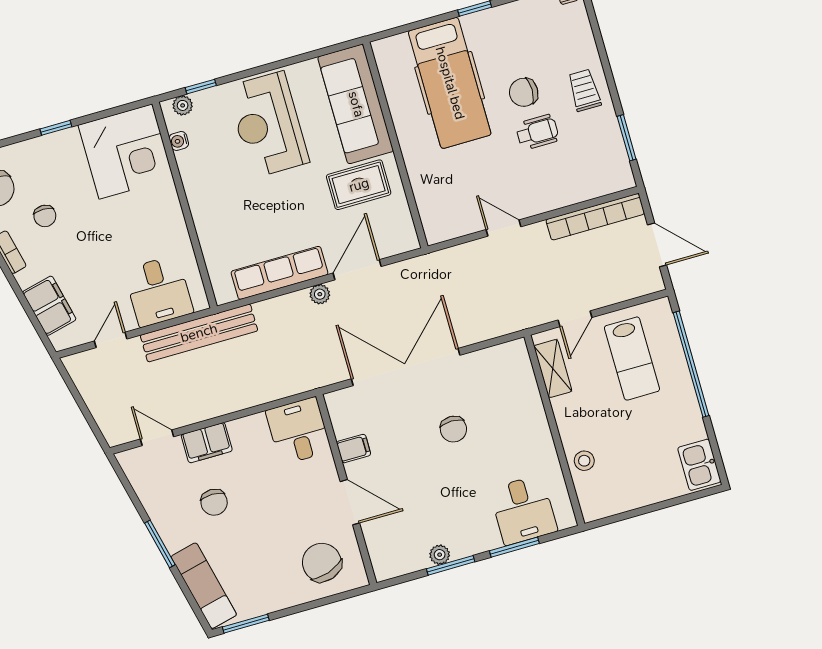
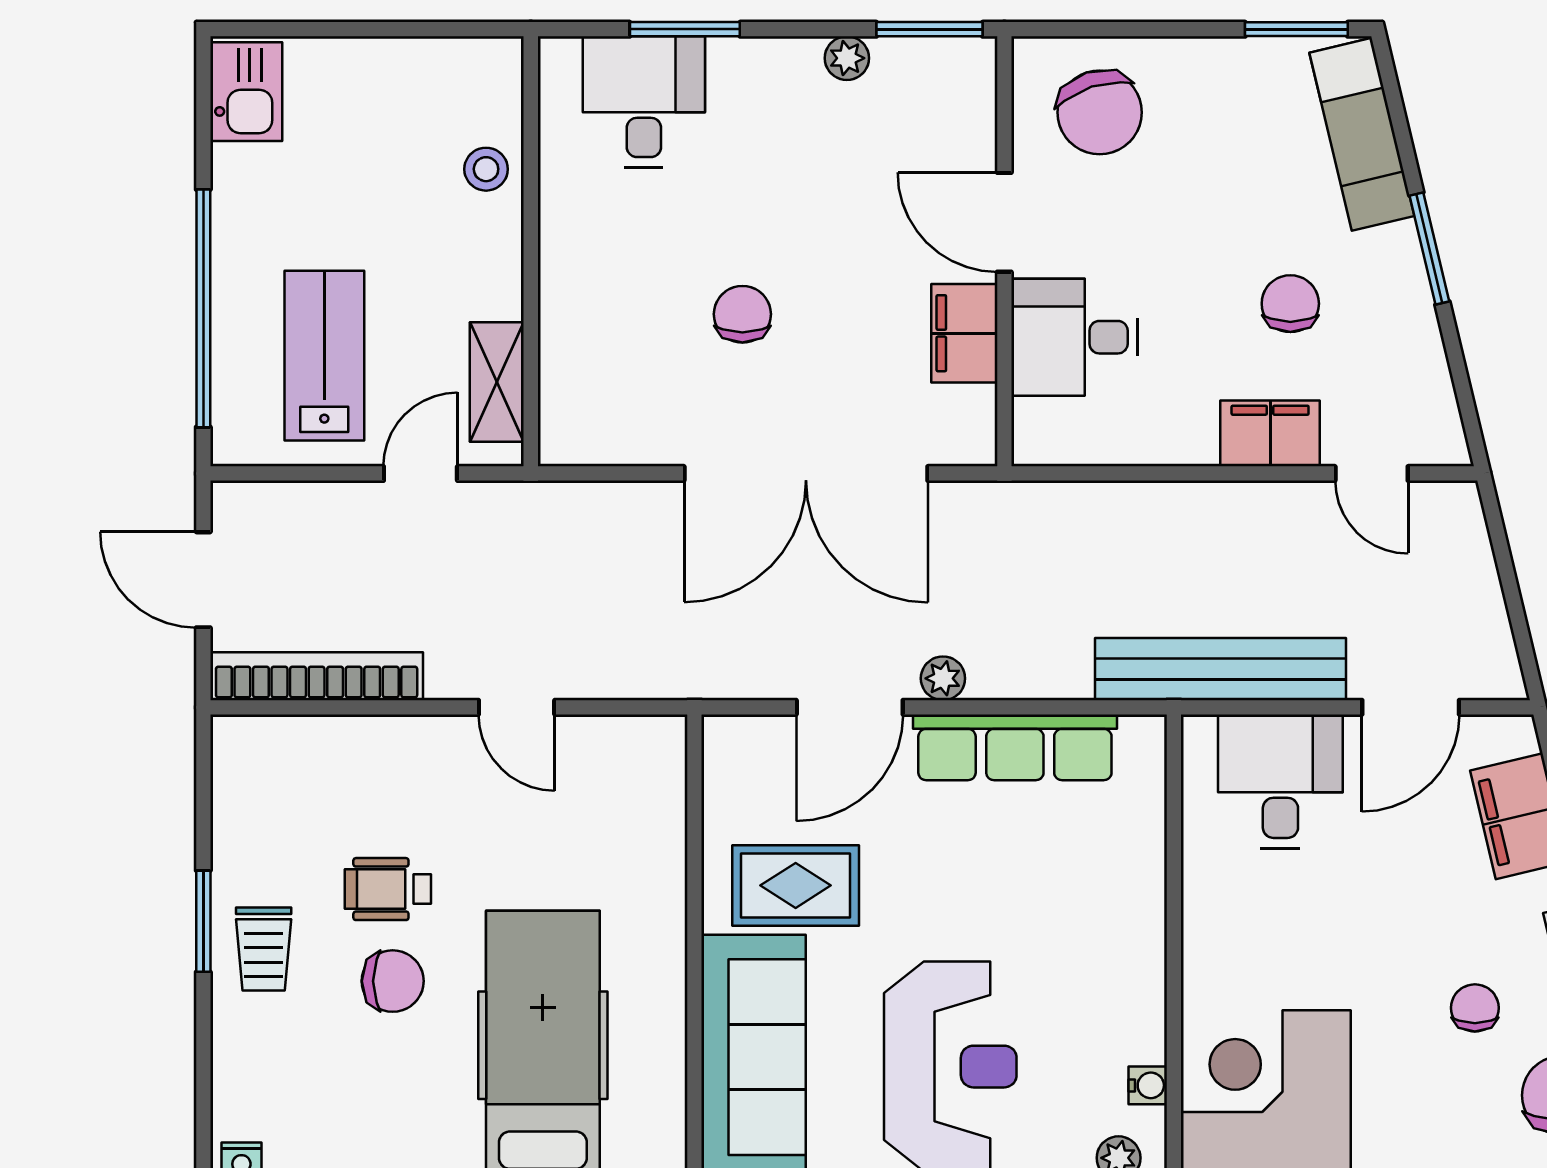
window: (627, 138) -> (203, 921), moved
door: (111, 340) -> (1411, 707), width x1.38
desk: (298, 431) -> (1074, 337), moved, turned 90
filing cabinet: (354, 449) -> (964, 333), width x2.00
window: (451, 565) -> (929, 29), moved

